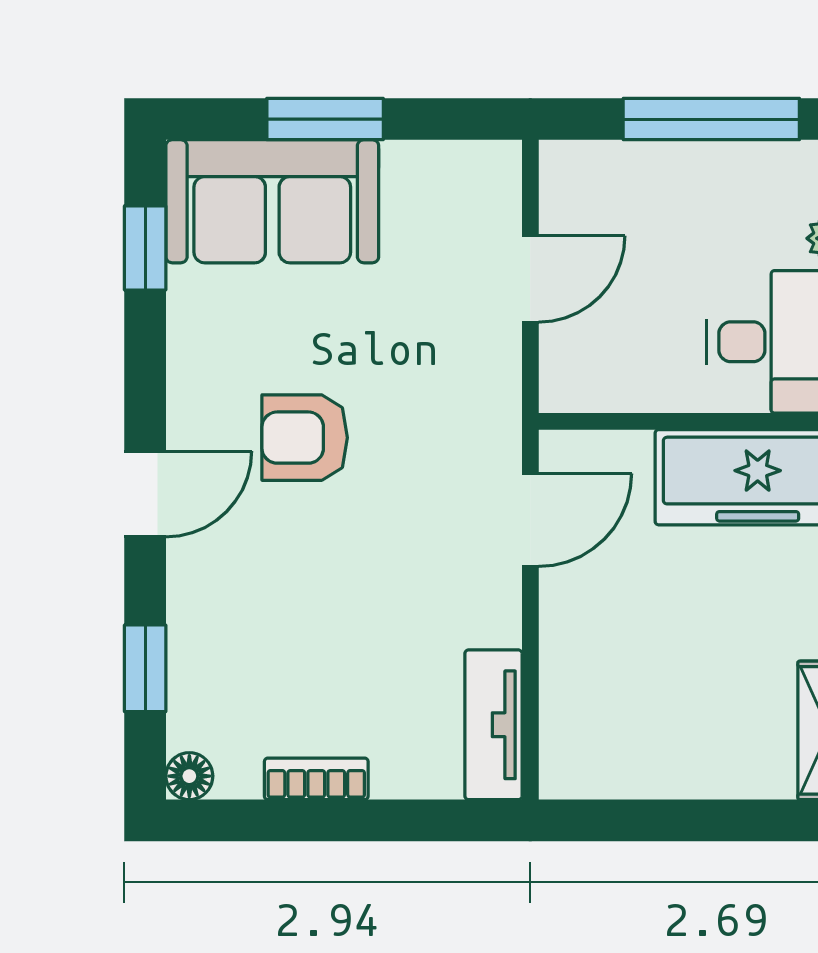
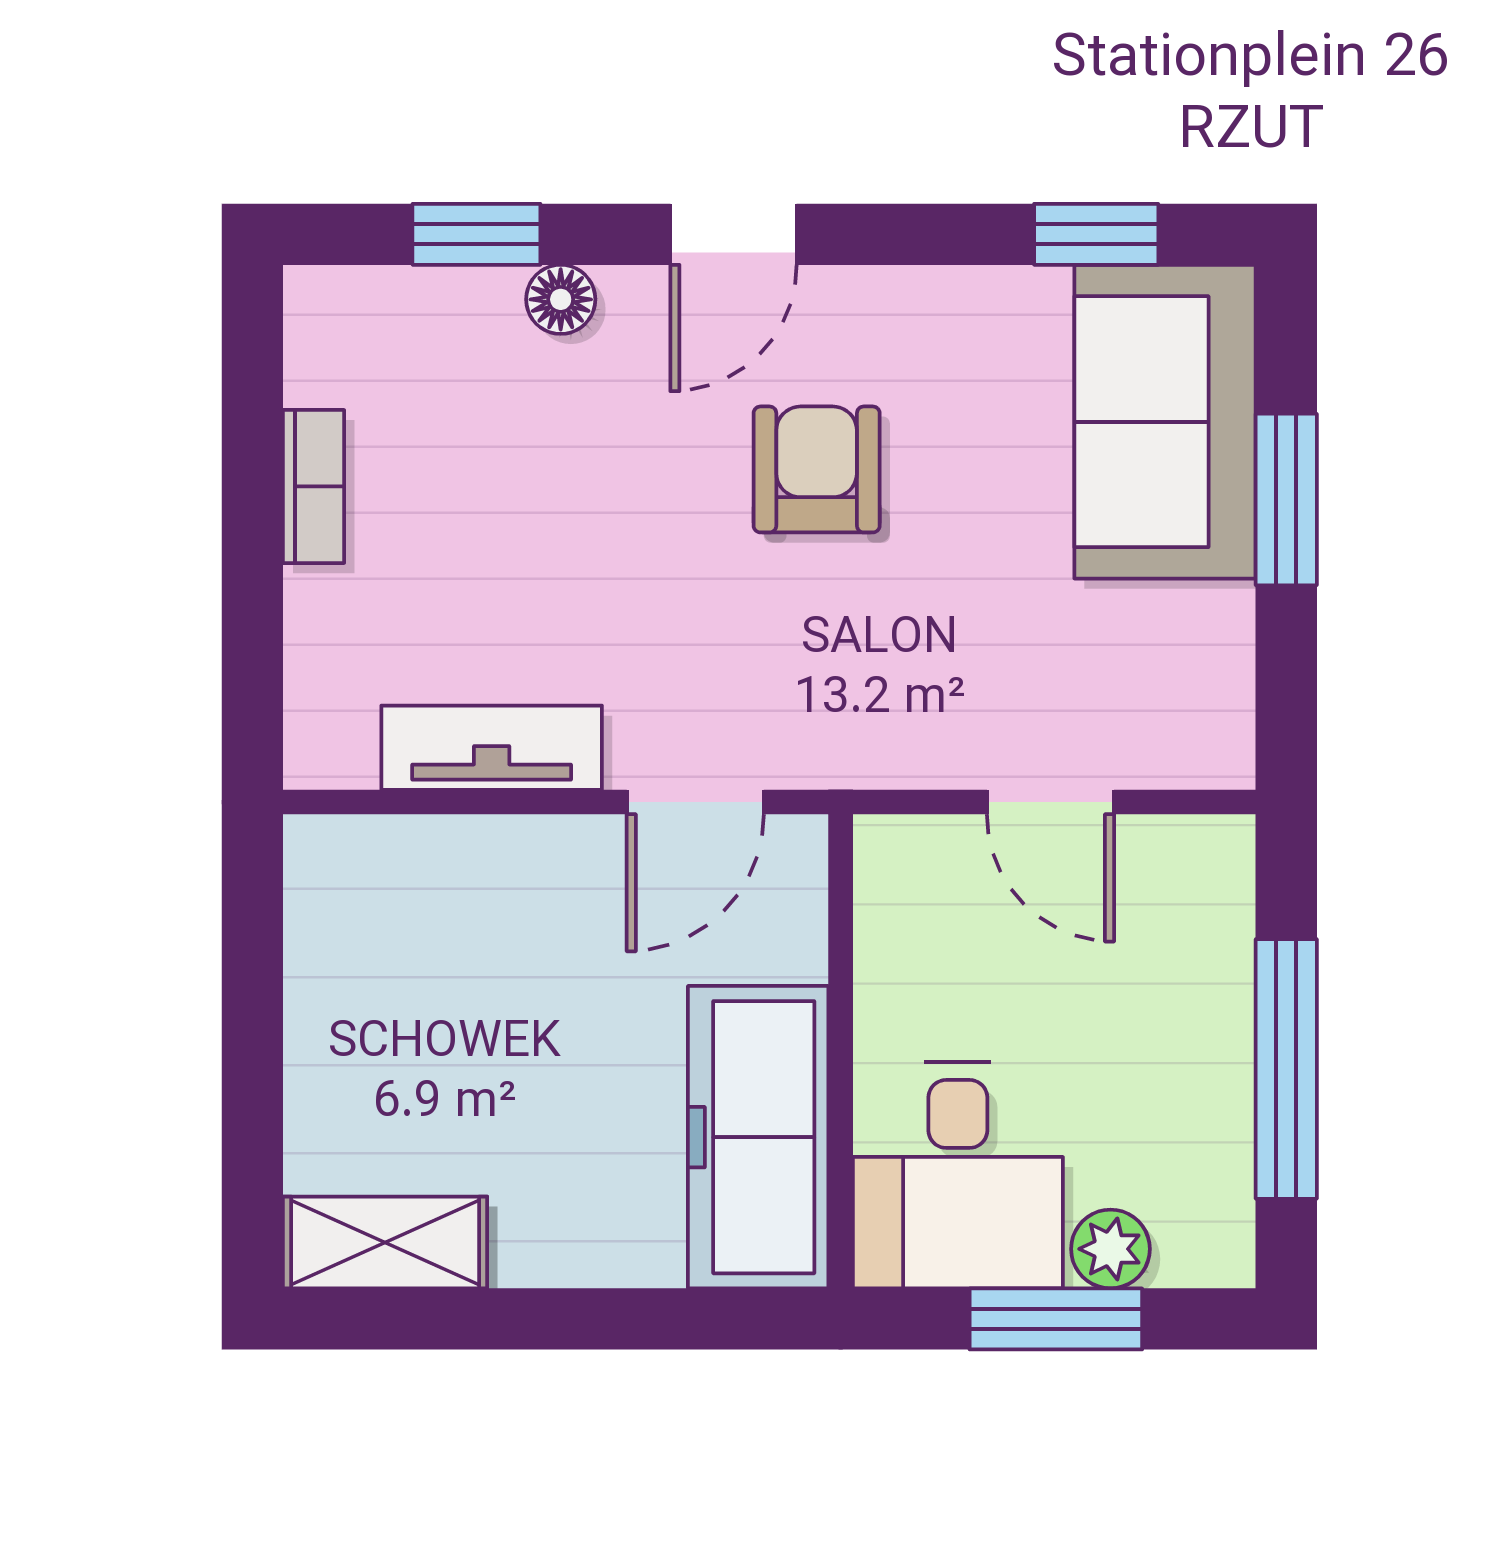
door: (145, 494) -> (734, 234), hinge flipped
door: (530, 520) -> (695, 802), hinge flipped
tv unit: (493, 725) -> (492, 748), moved
floor lamp: (189, 776) -> (561, 299), moved

